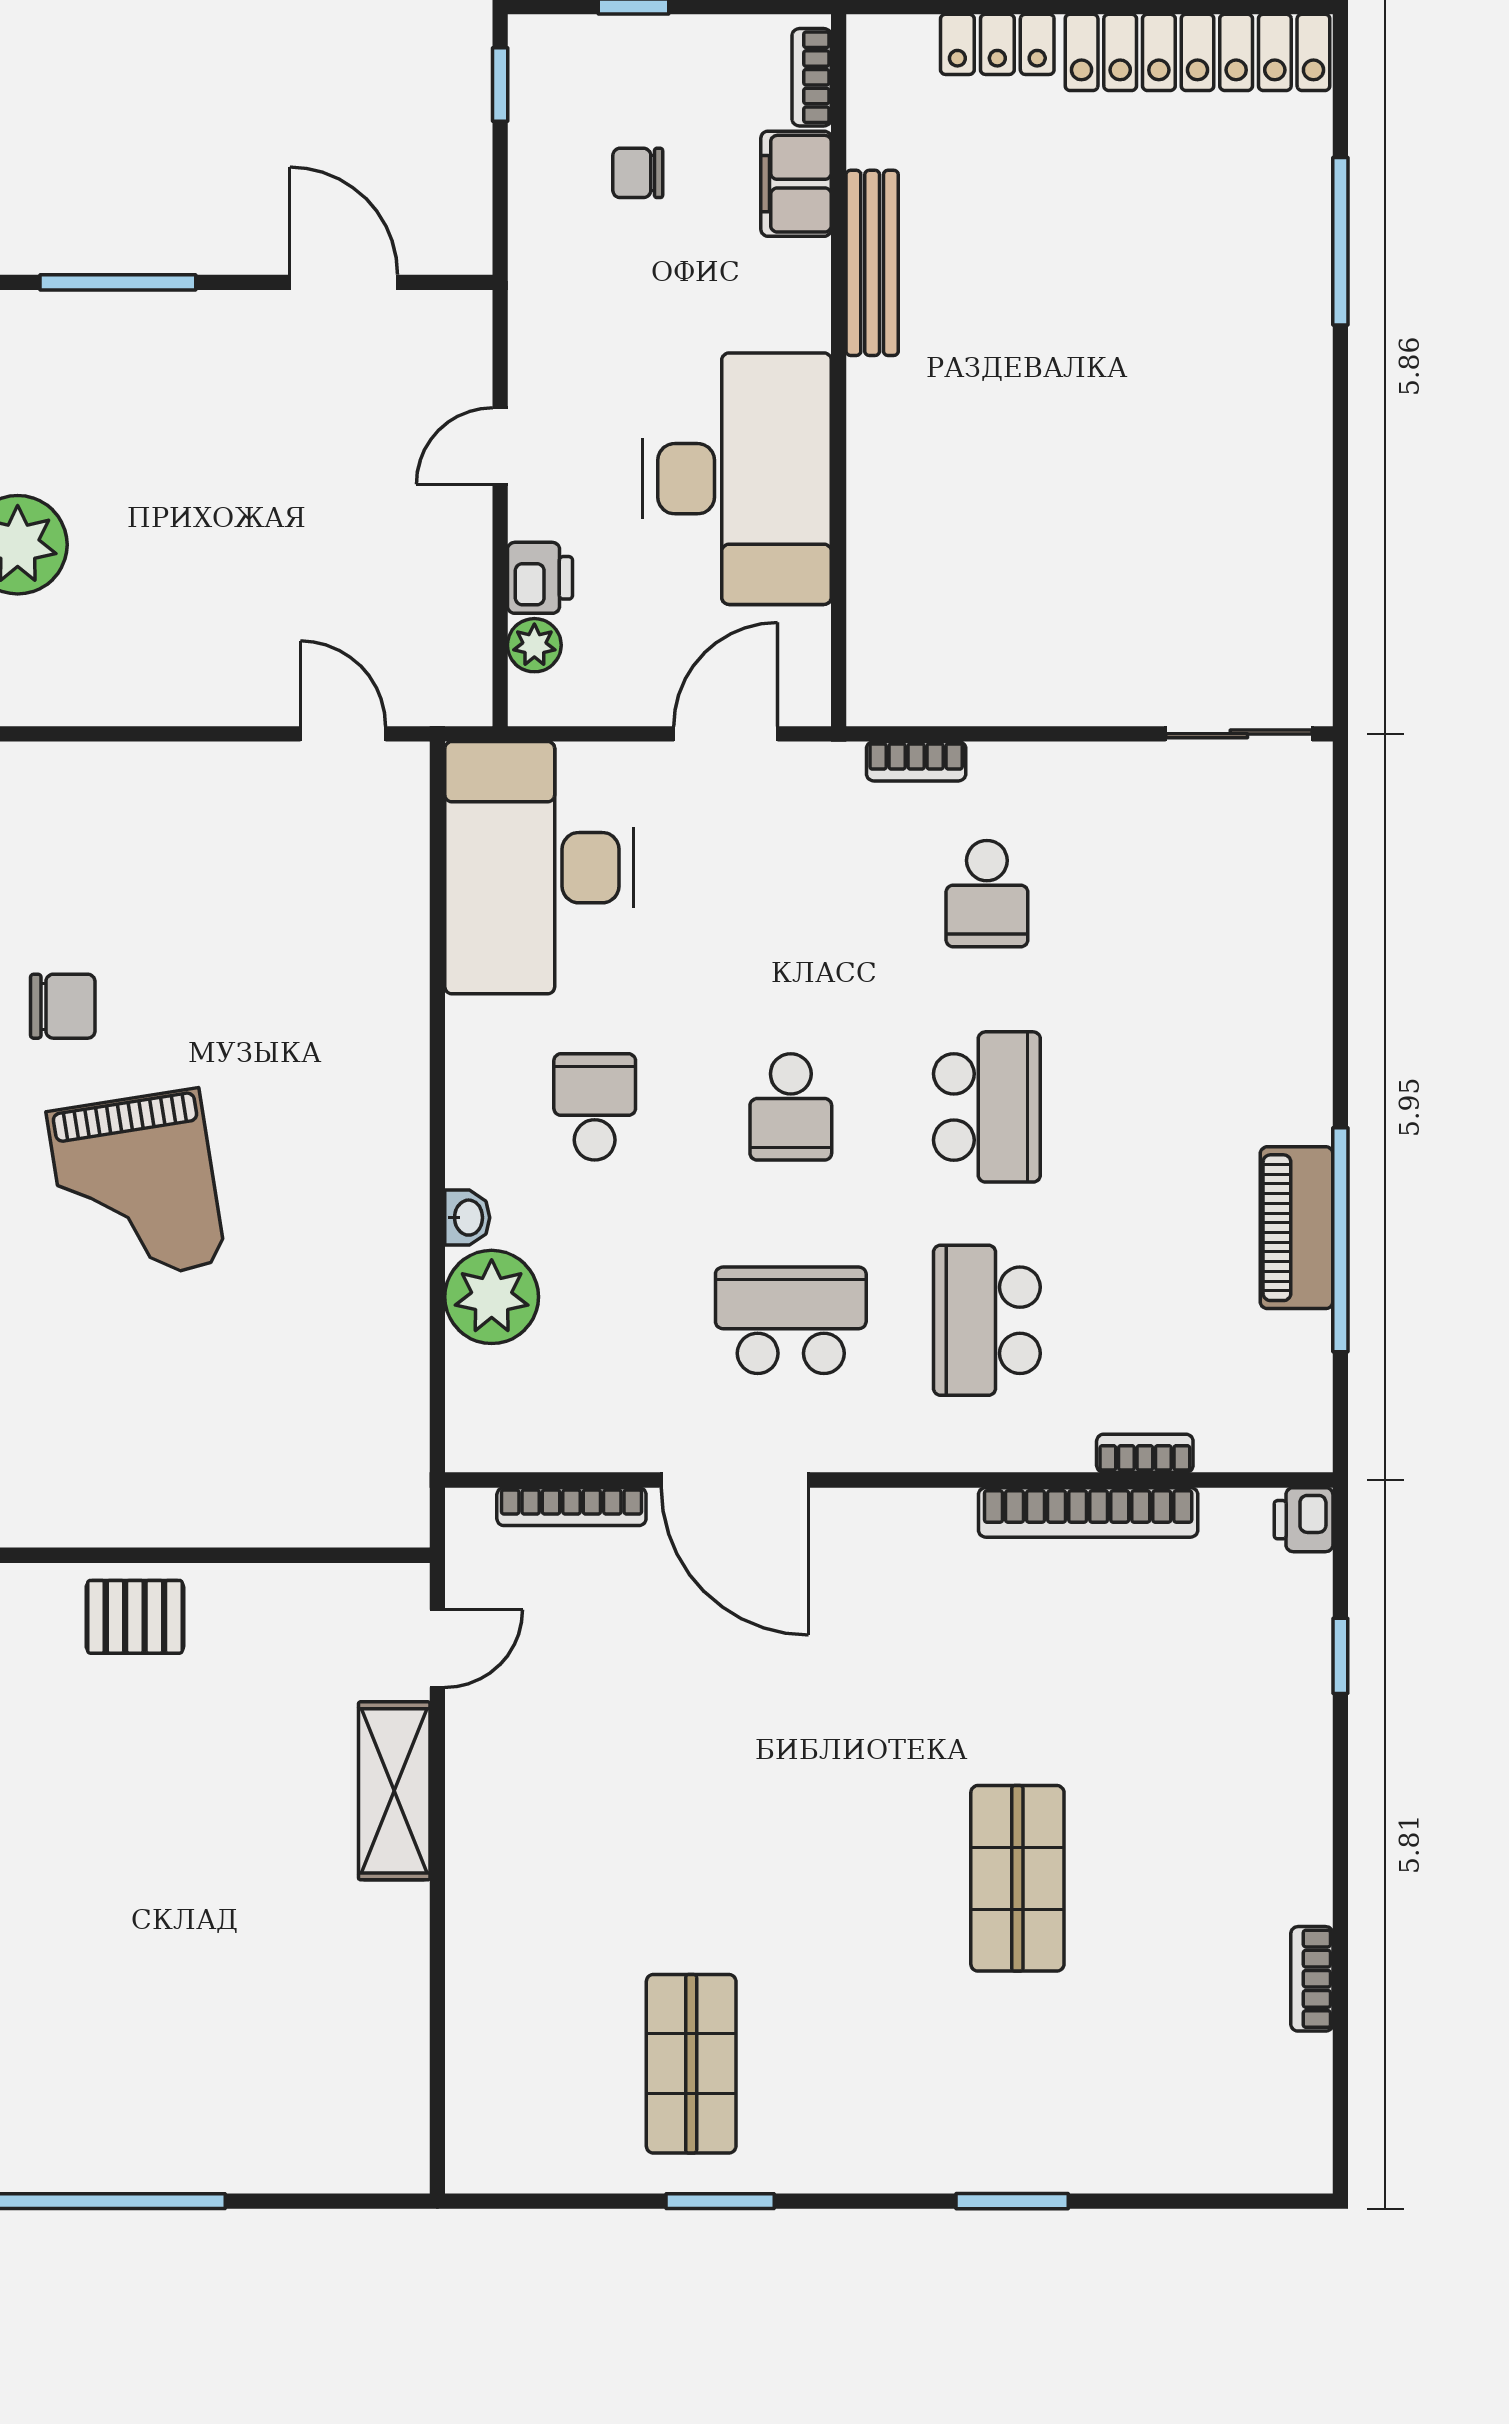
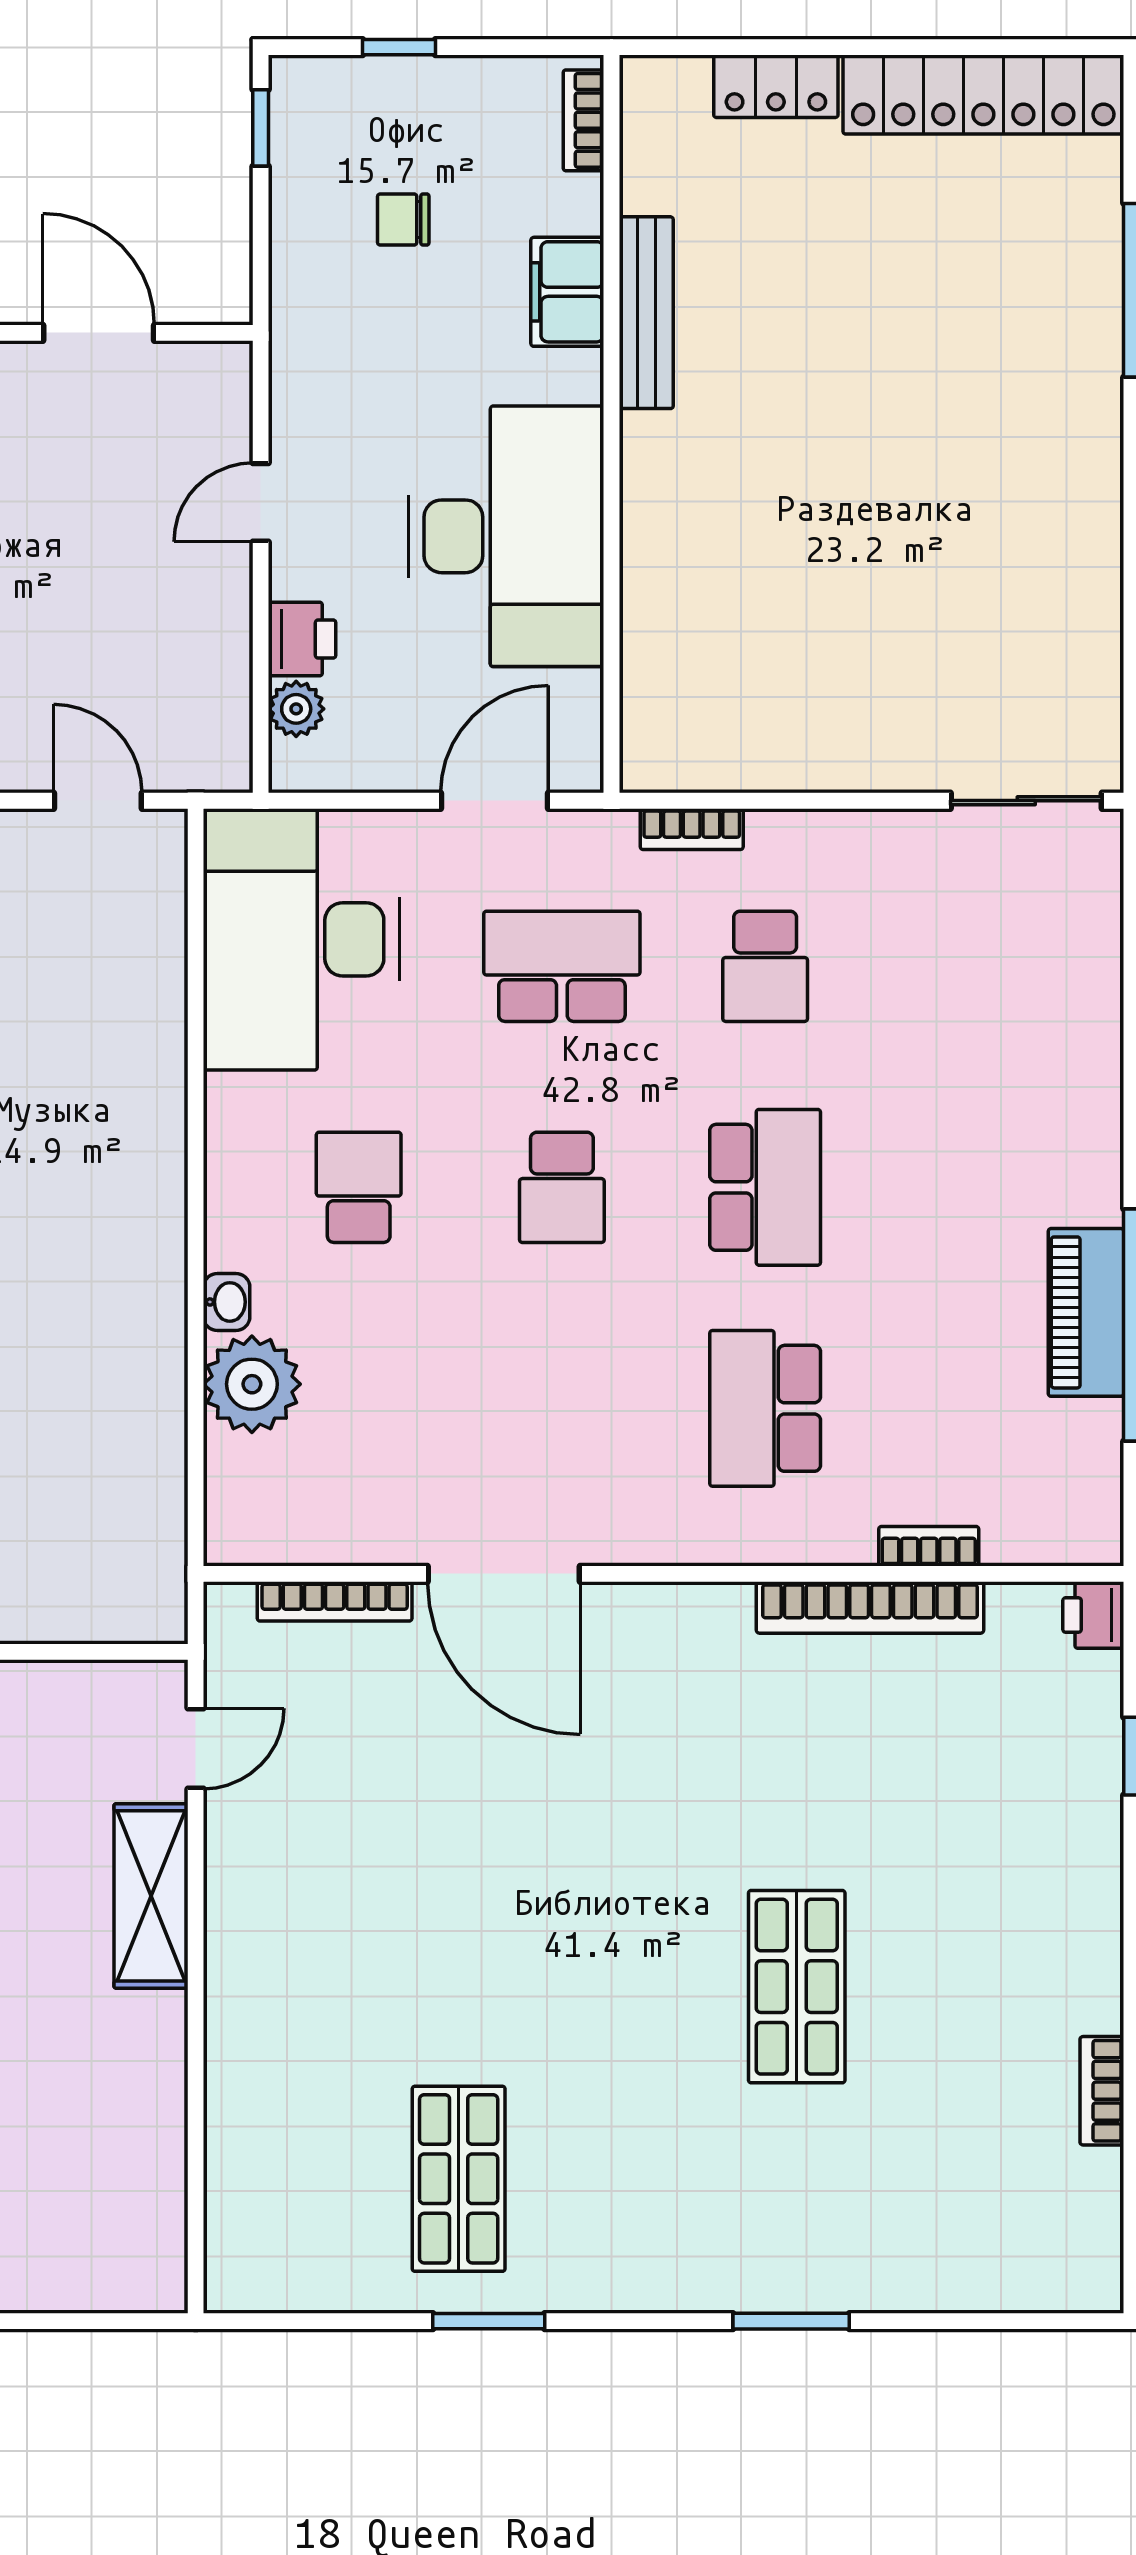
filing cabinet: (796, 184) -> (567, 292), moved
school desk: (791, 1320) -> (562, 966), moved

